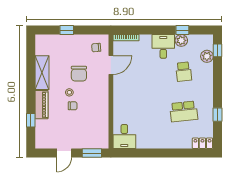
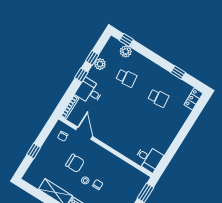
window: (161, 30) -> (81, 75), added
desk: (163, 46) -> (89, 92), moved
school desk: (184, 111) -> (158, 98), width x0.54

